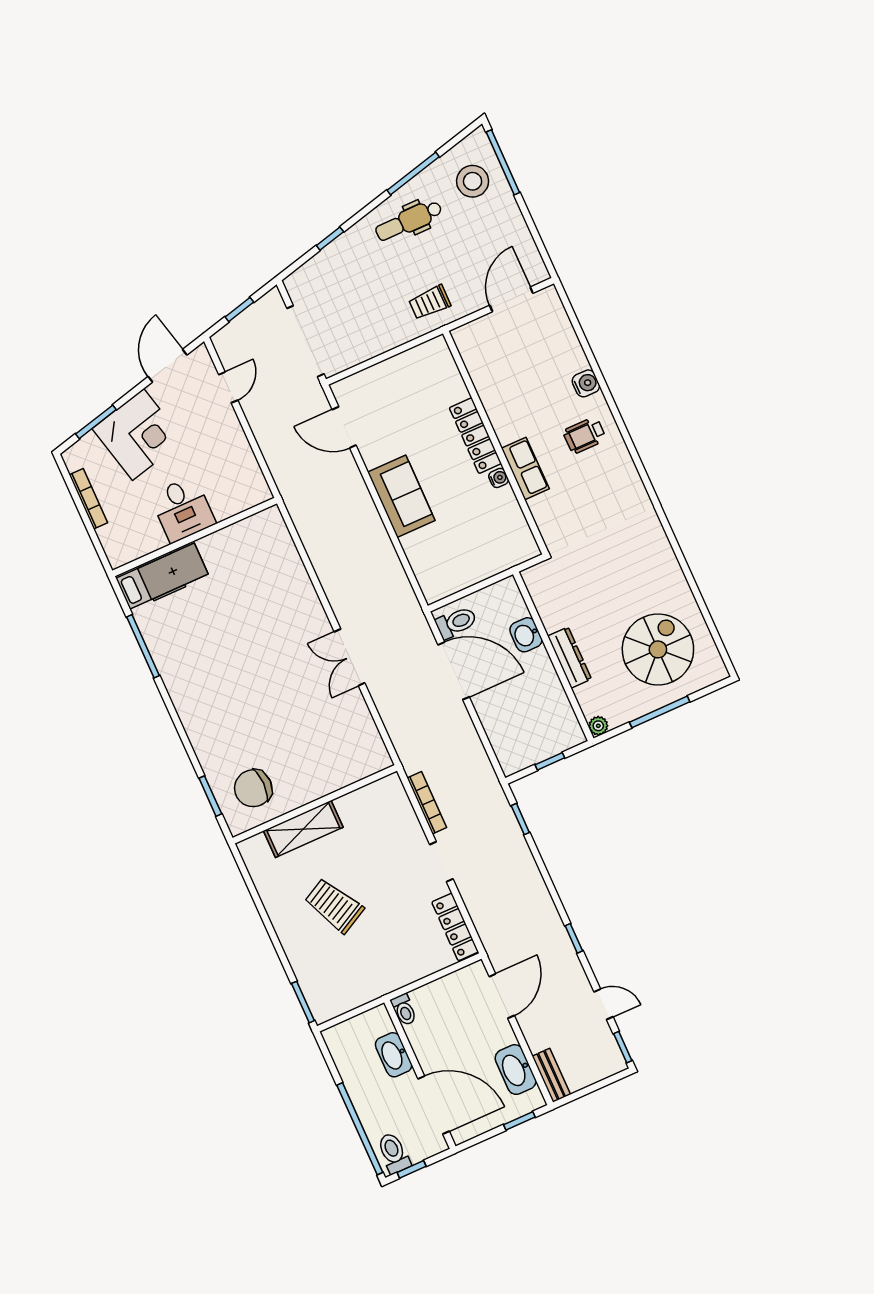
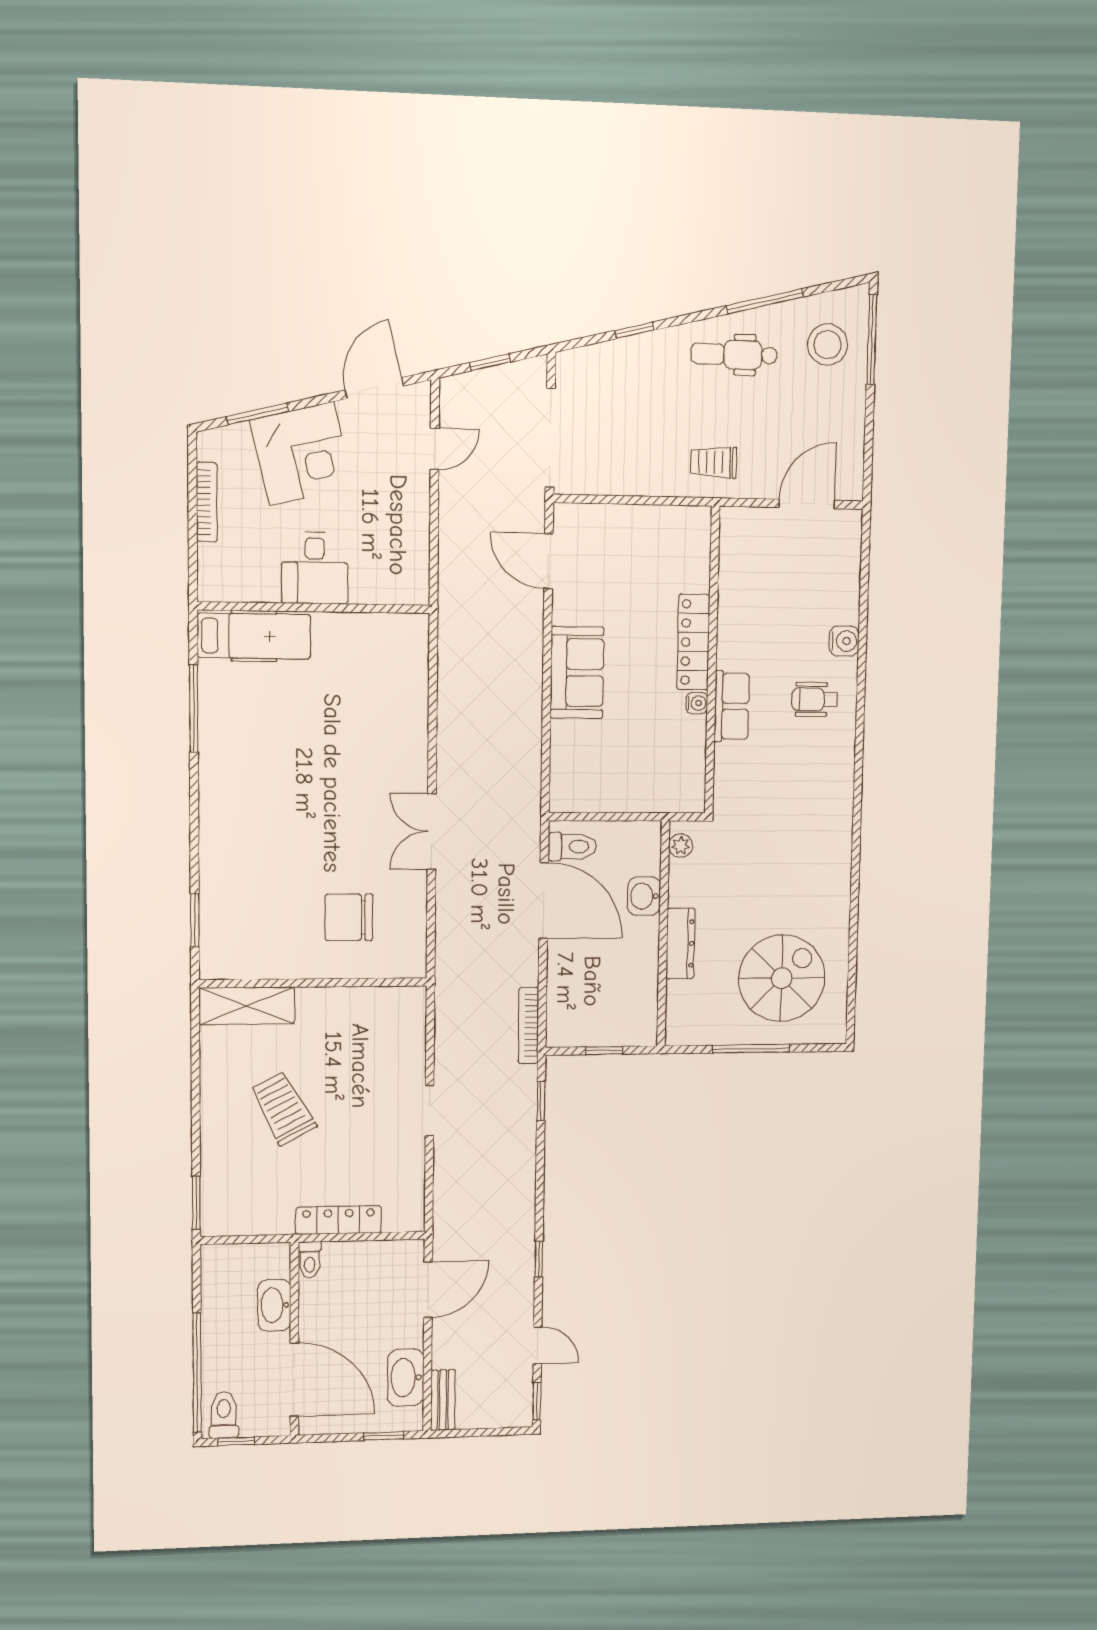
plant: (598, 726) -> (681, 846), moved
chair: (253, 788) -> (349, 917), moved
bookcase: (427, 803) -> (528, 1026), moved, turned 180
shelving: (303, 829) -> (247, 1006), moved
locker: (455, 927) -> (339, 1220), moved, turned 90

